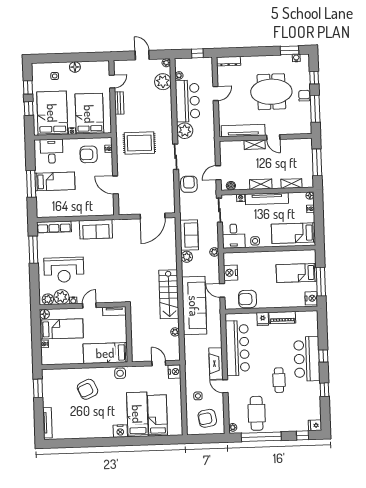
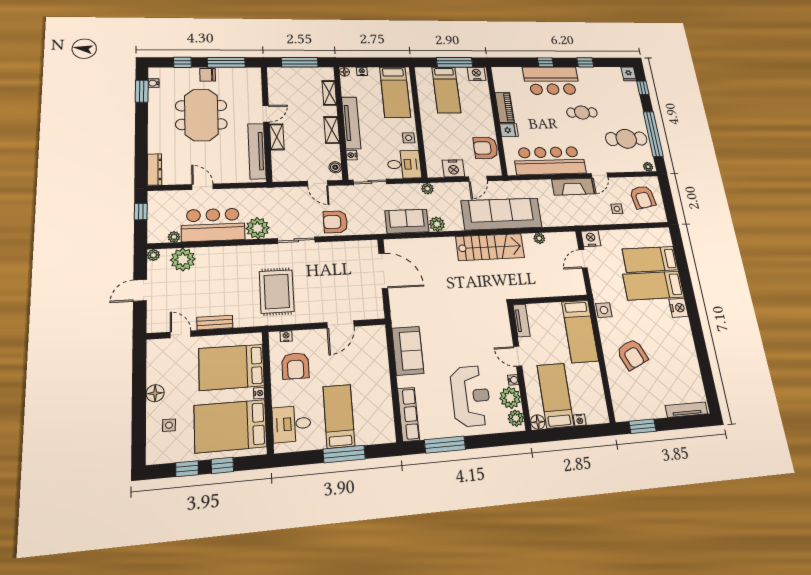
armchair: (248, 299) -> (486, 148), turned 90

